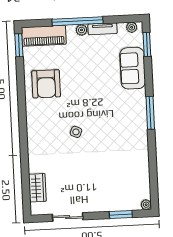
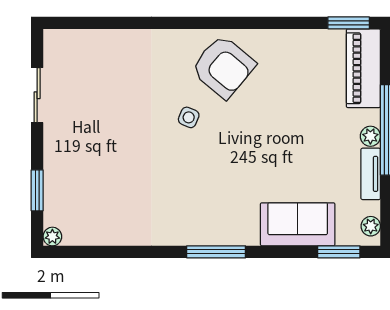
armchair: (46, 84) -> (223, 67), moved, turned -140
wardrobe: (37, 188) -> (92, 44), removed

